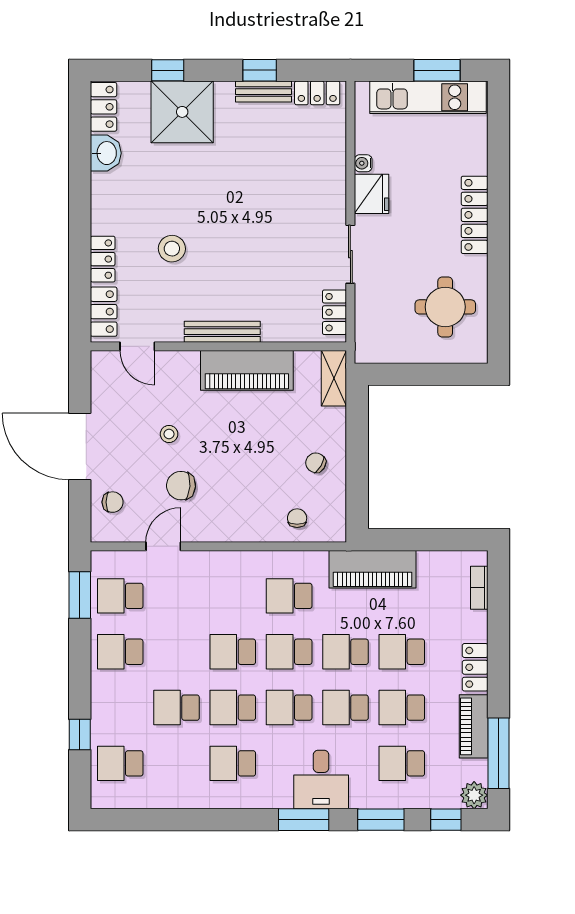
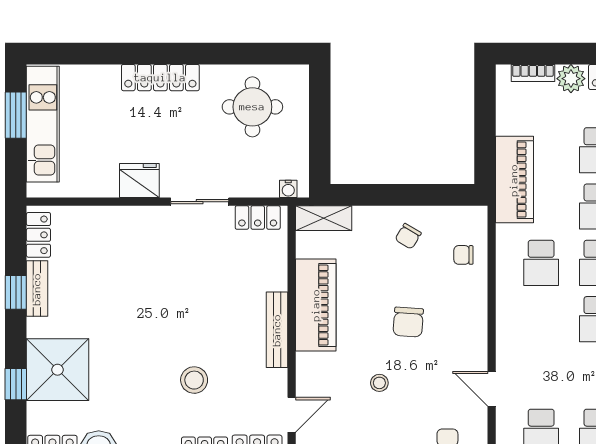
water cooler: (363, 163) -> (288, 189), moved
chair: (181, 486) -> (408, 322), moved
plant: (474, 626) -> (571, 79), added

